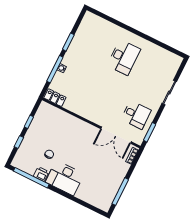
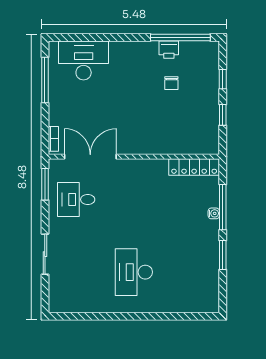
locker: (55, 98) -> (194, 167), width x1.53
desk: (65, 178) -> (84, 60), moved

